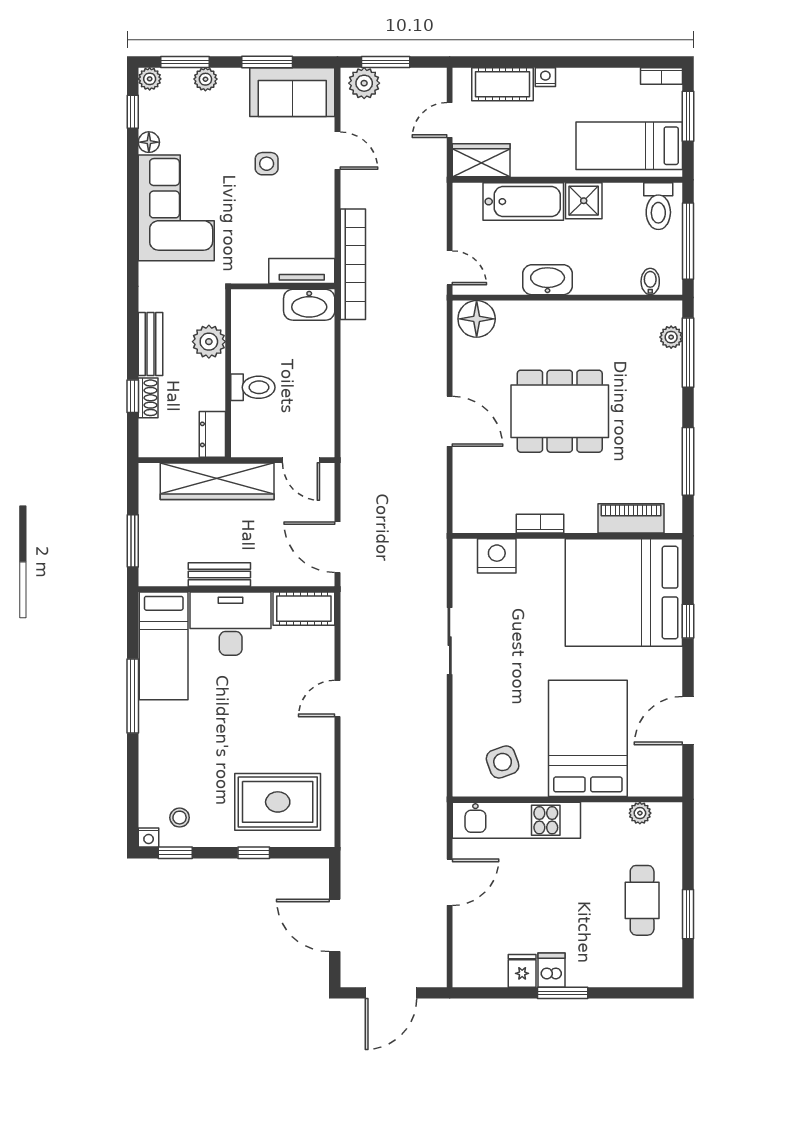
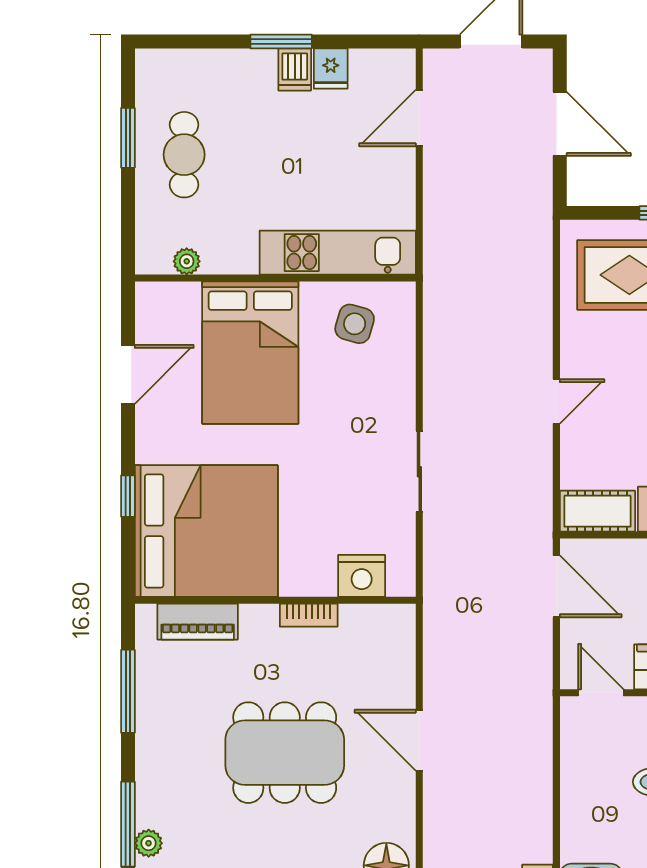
side table: (503, 762) -> (355, 324), turned 36
door: (450, 882) -> (419, 118), moved

